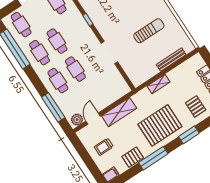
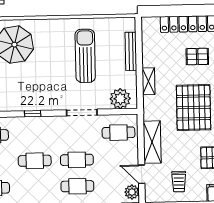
sun lounger: (149, 31) -> (85, 56), width x1.36, depth x1.34
cafe table: (40, 53) -> (119, 133), moved
plant: (135, 72) -> (120, 99), added

